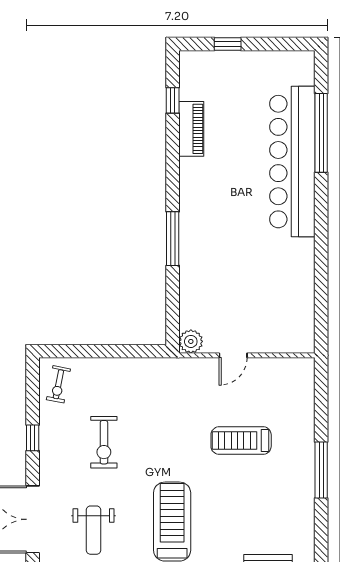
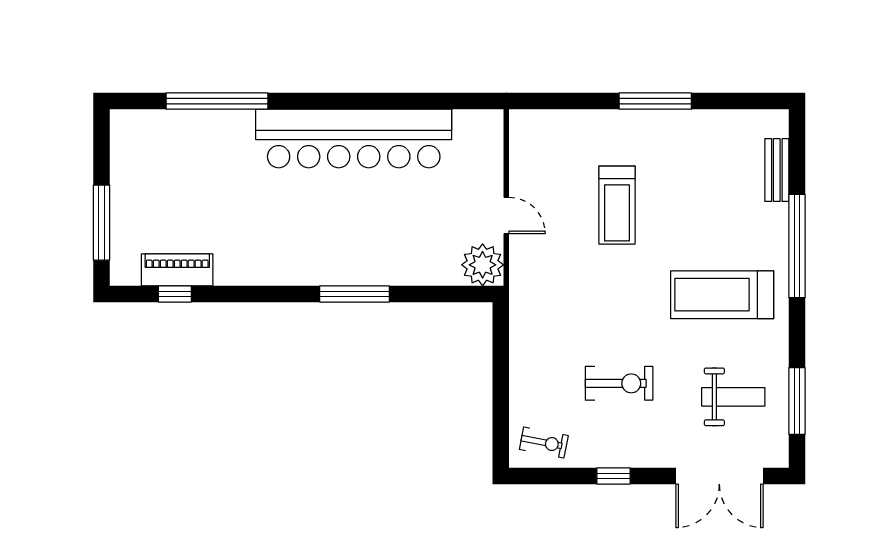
window: (228, 44) -> (101, 223), width x2.17
piano: (191, 129) -> (177, 270), moved
bar counter: (292, 162) -> (354, 138), moved
plant: (191, 341) -> (483, 265), width x1.36, depth x1.36

